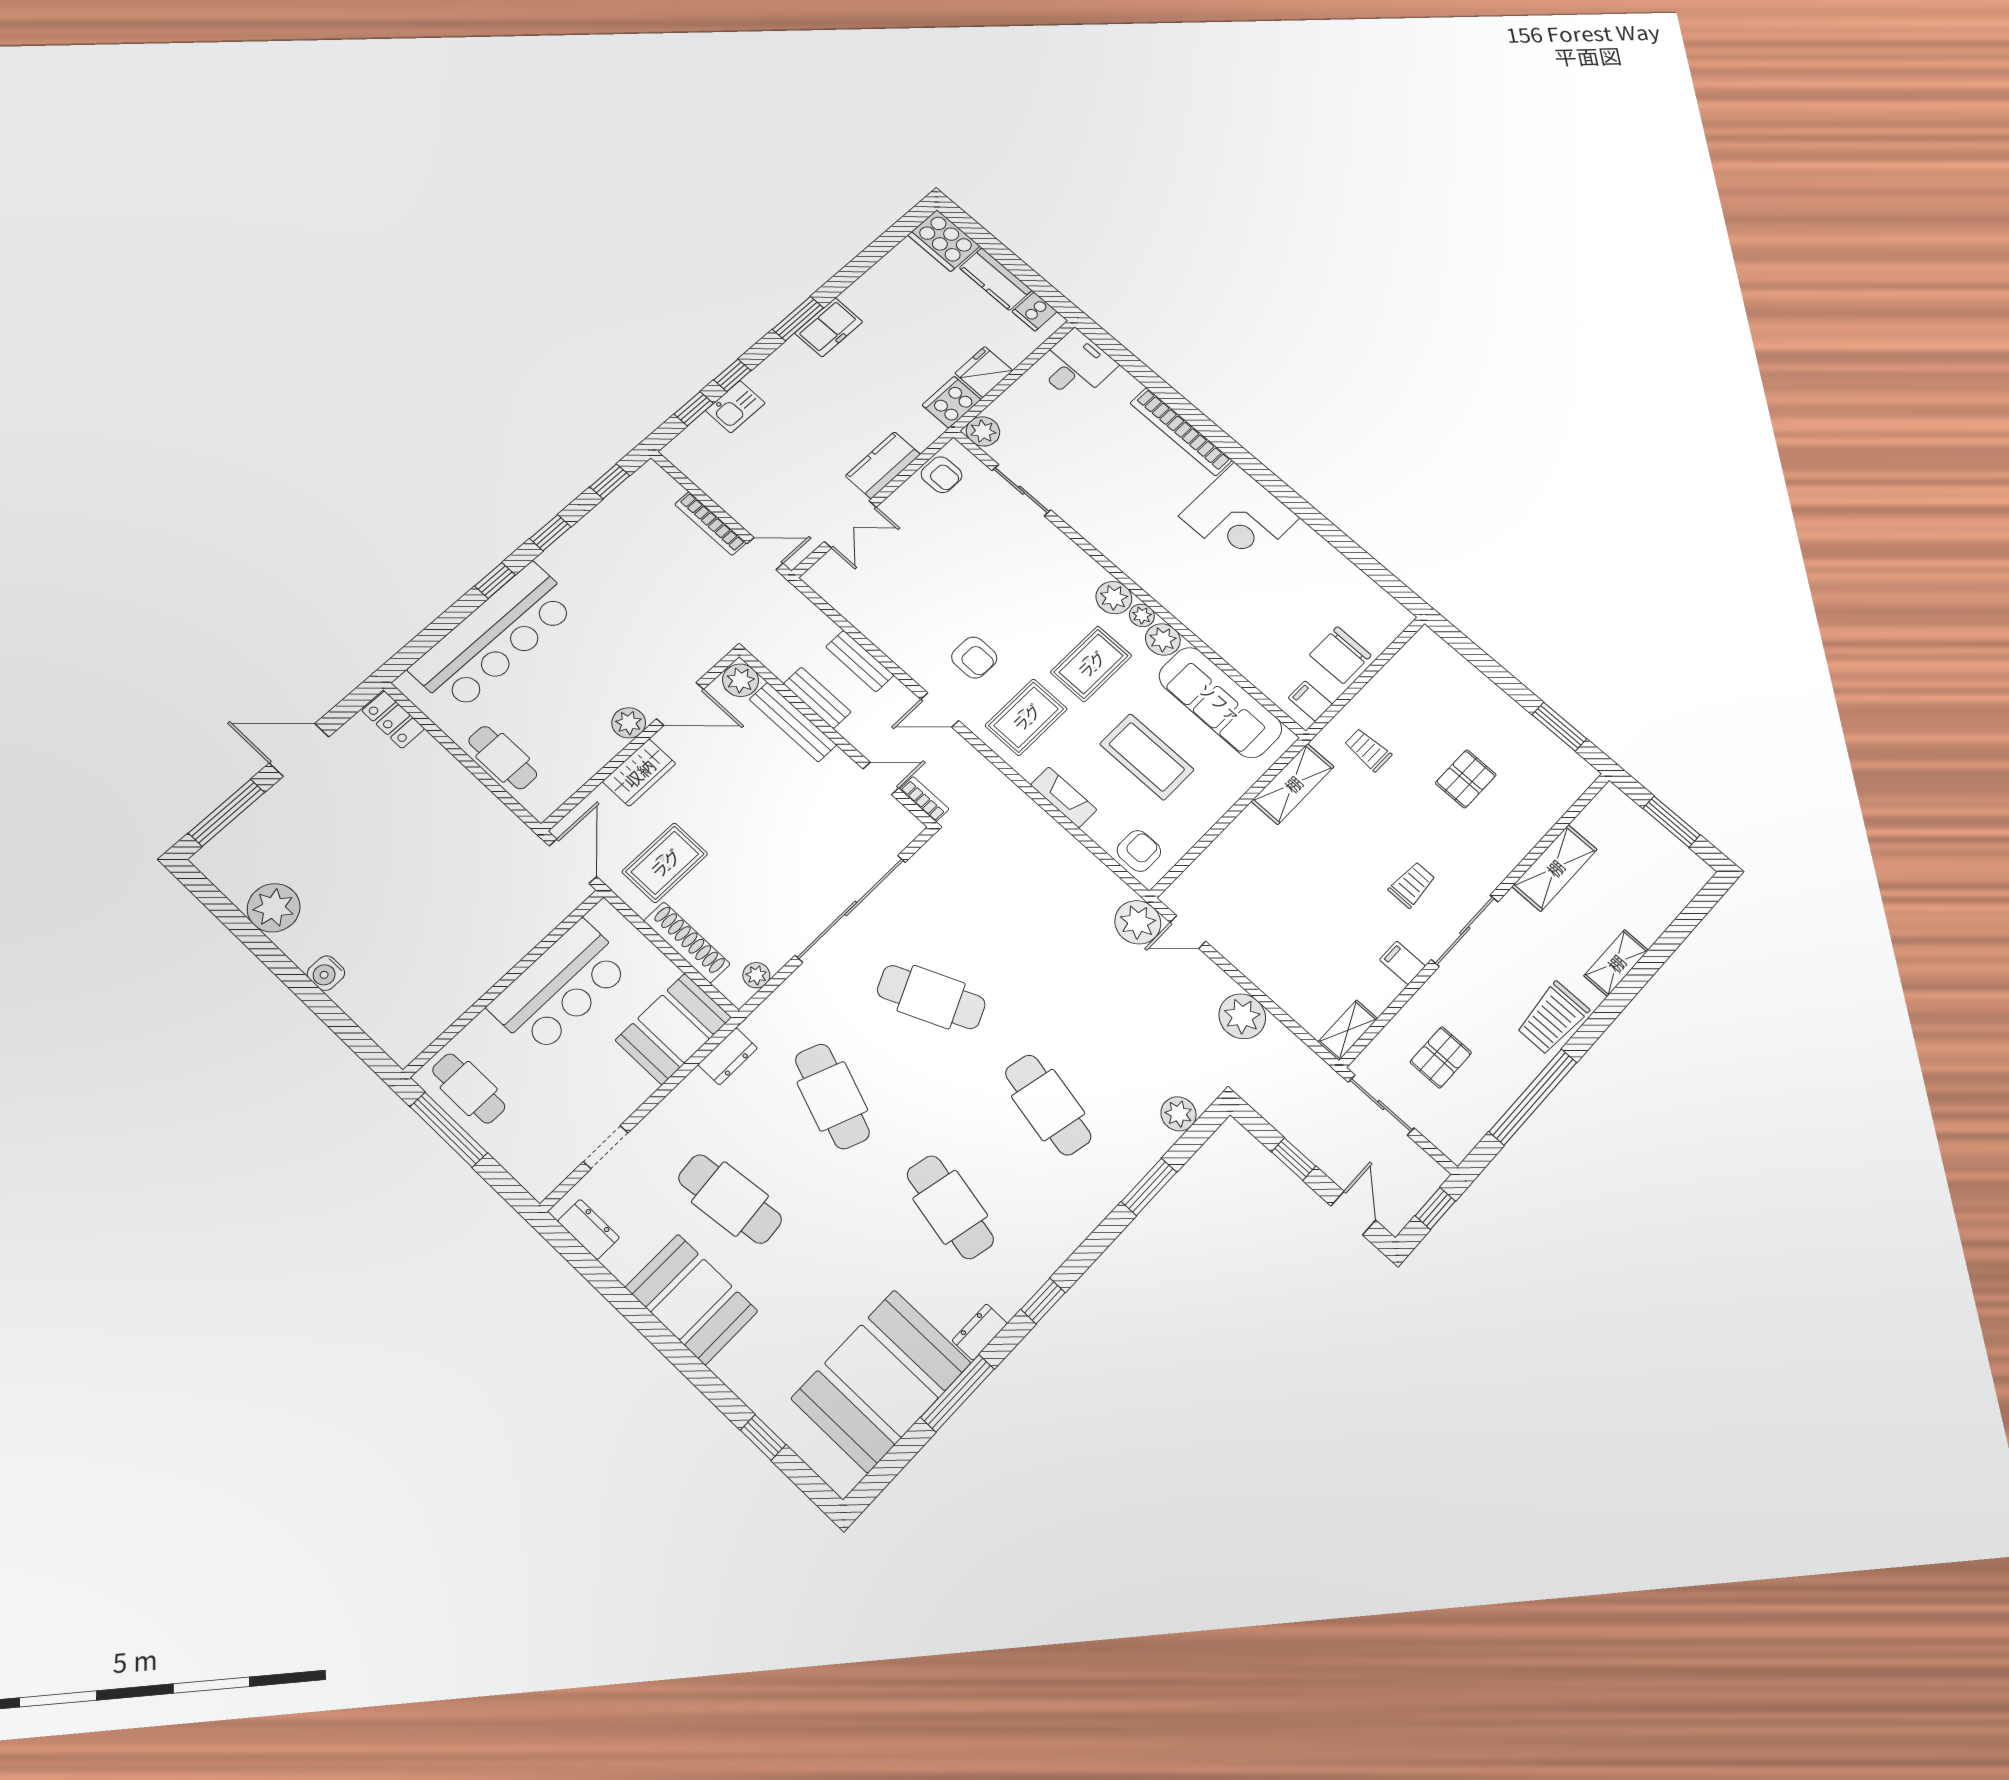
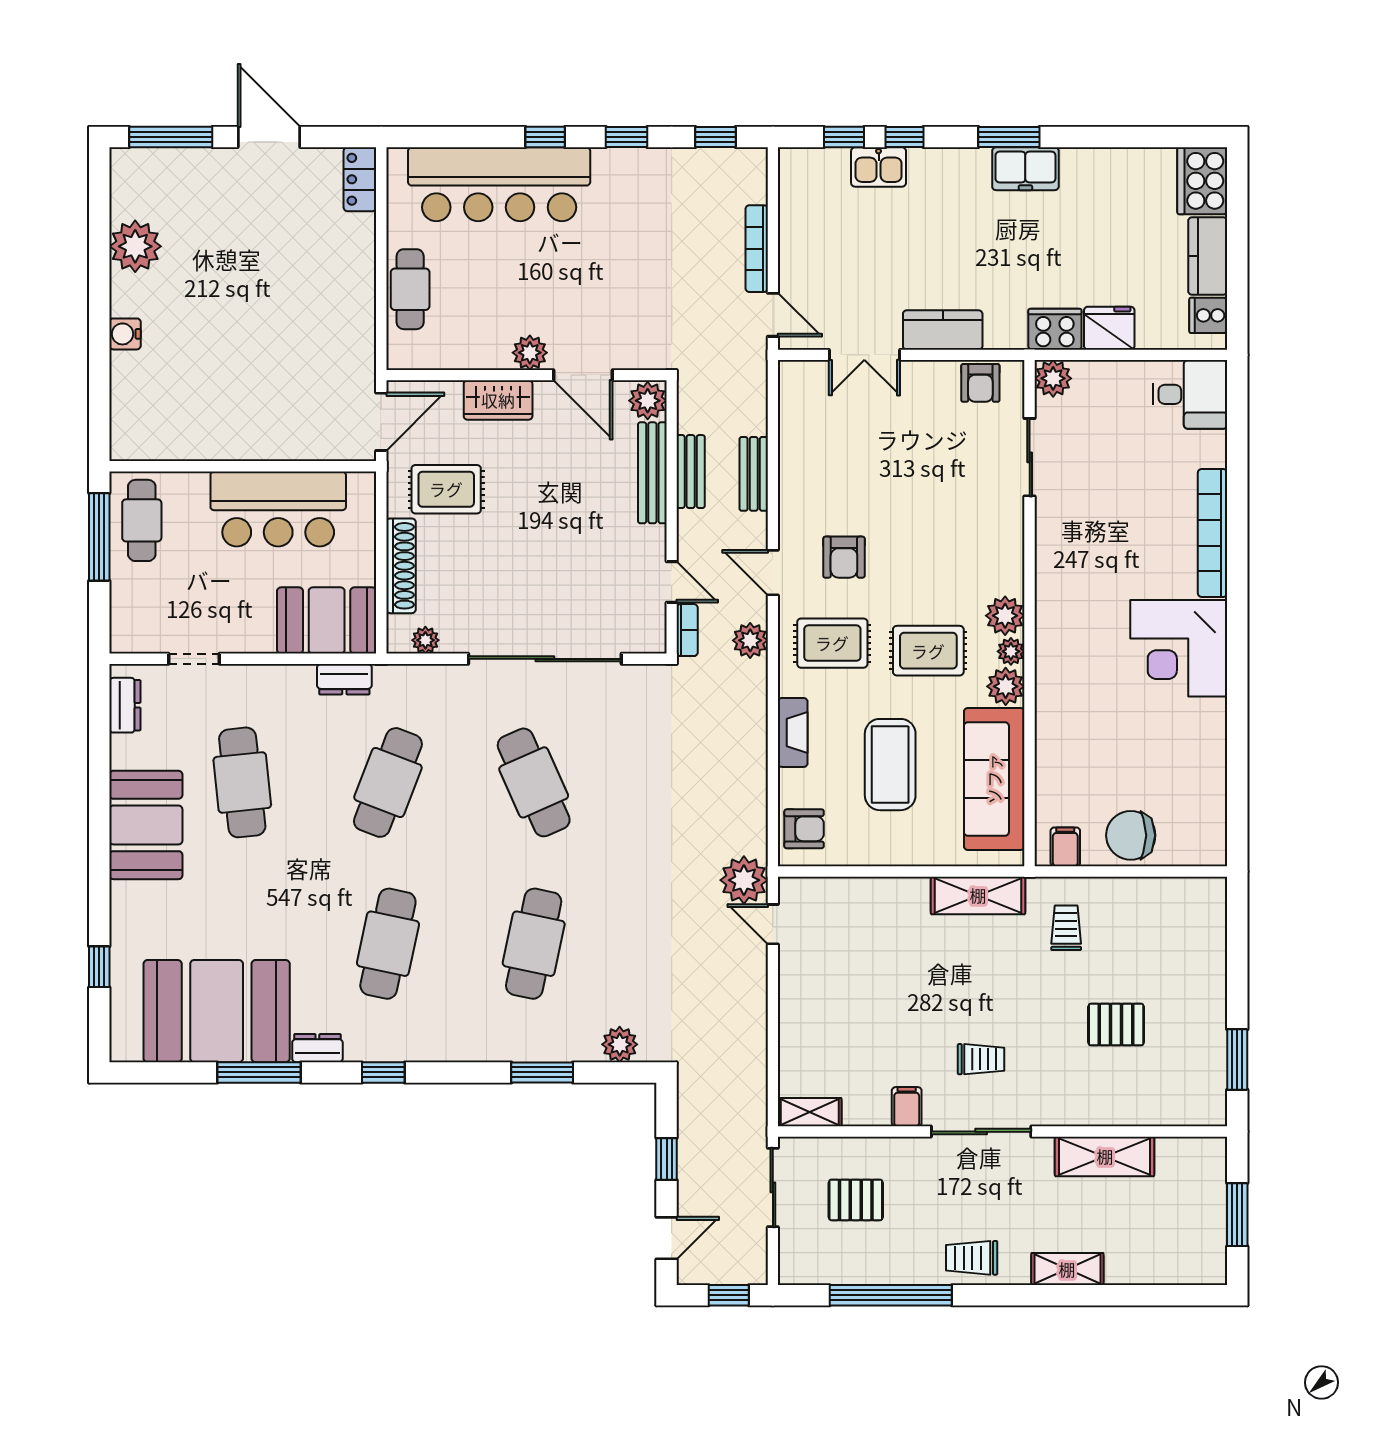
plant: (1242, 1016) -> (750, 640), moved, width x0.73, depth x0.73
trolley: (1553, 1018) -> (972, 1258), width x0.73, depth x0.72

